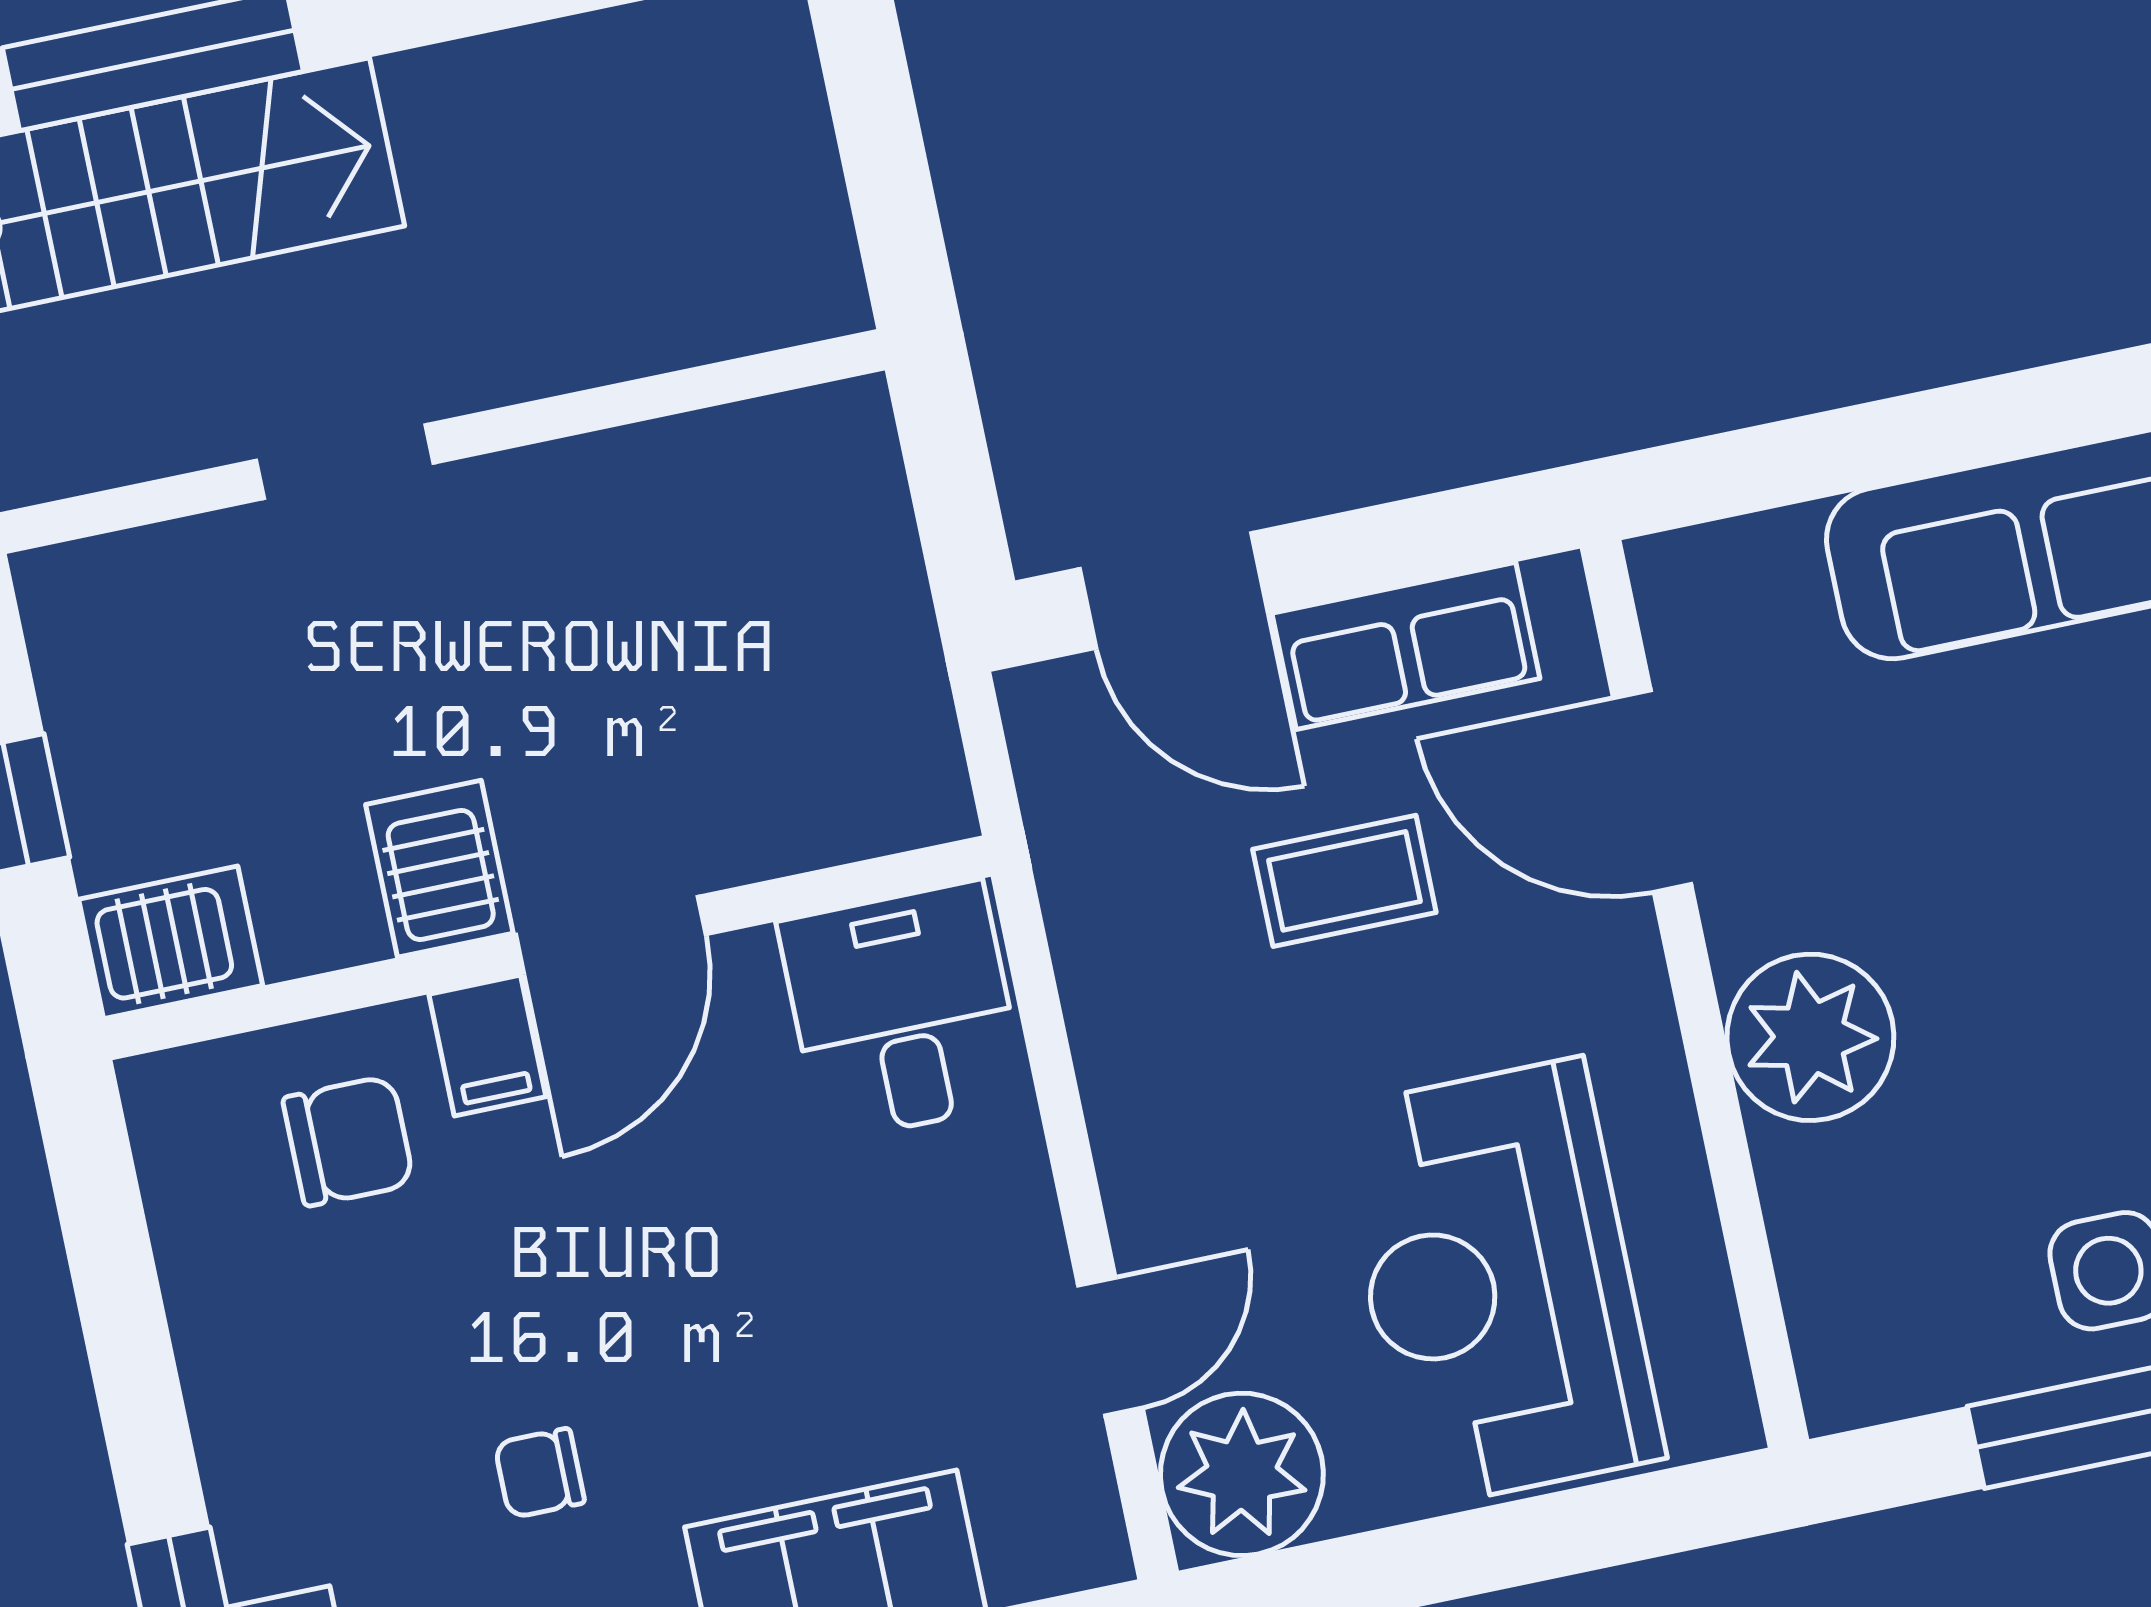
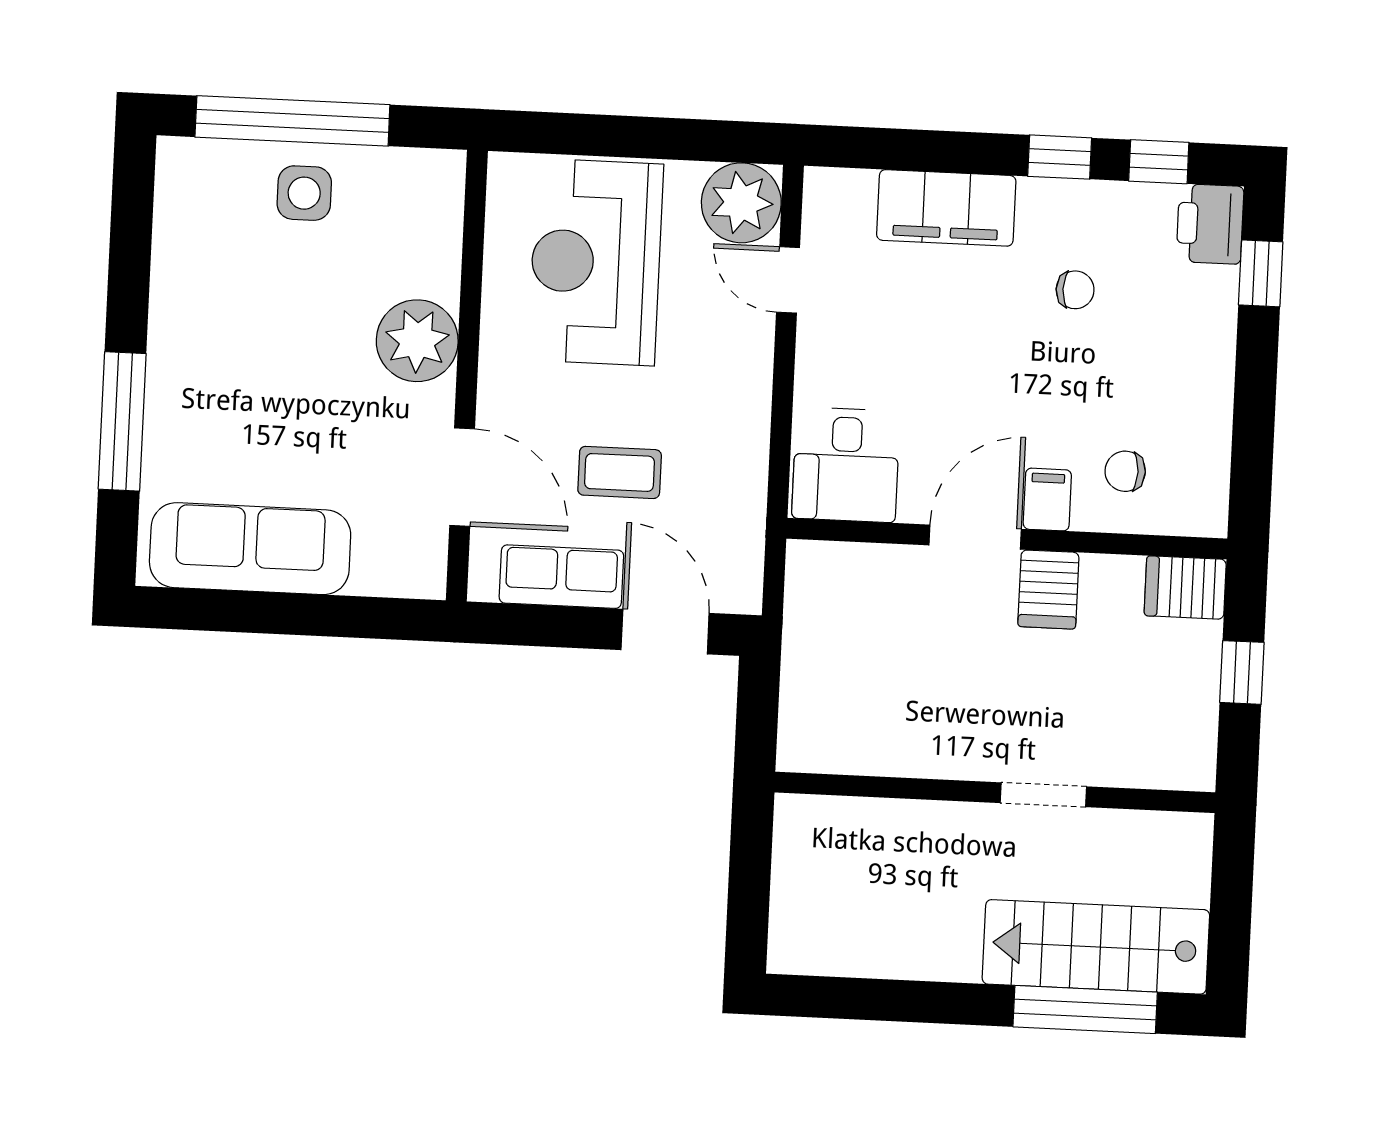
chair: (348, 1141) -> (1125, 471), width x0.73, depth x0.73
reception desk: (1499, 1283) -> (596, 262), turned 180
door: (1110, 1346) -> (788, 280), hinge flipped

